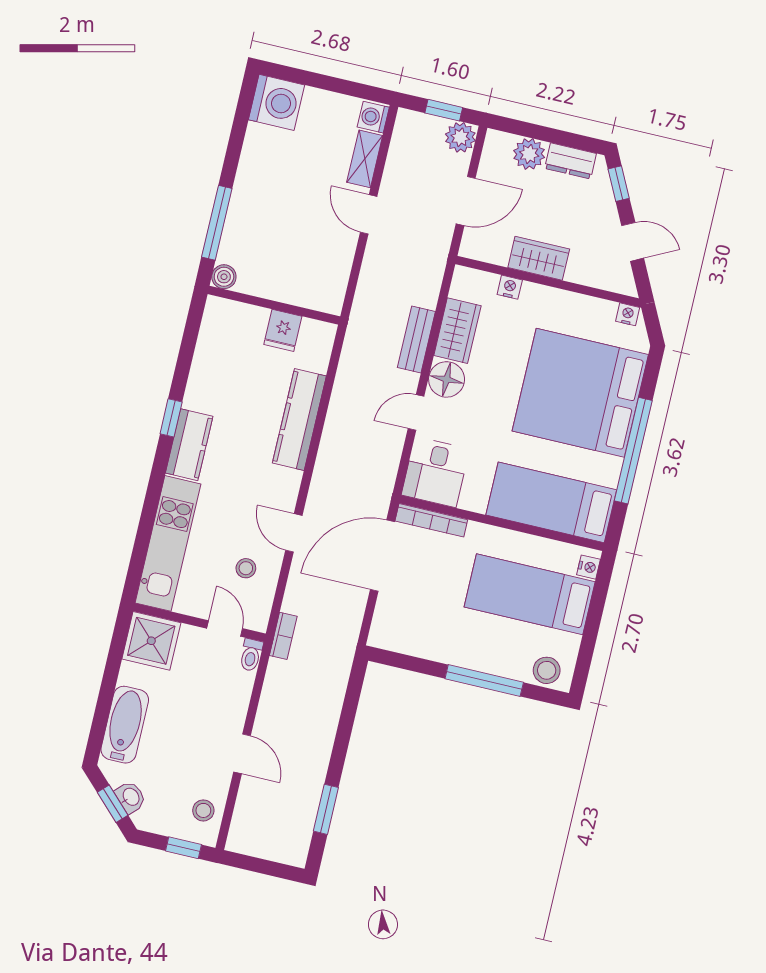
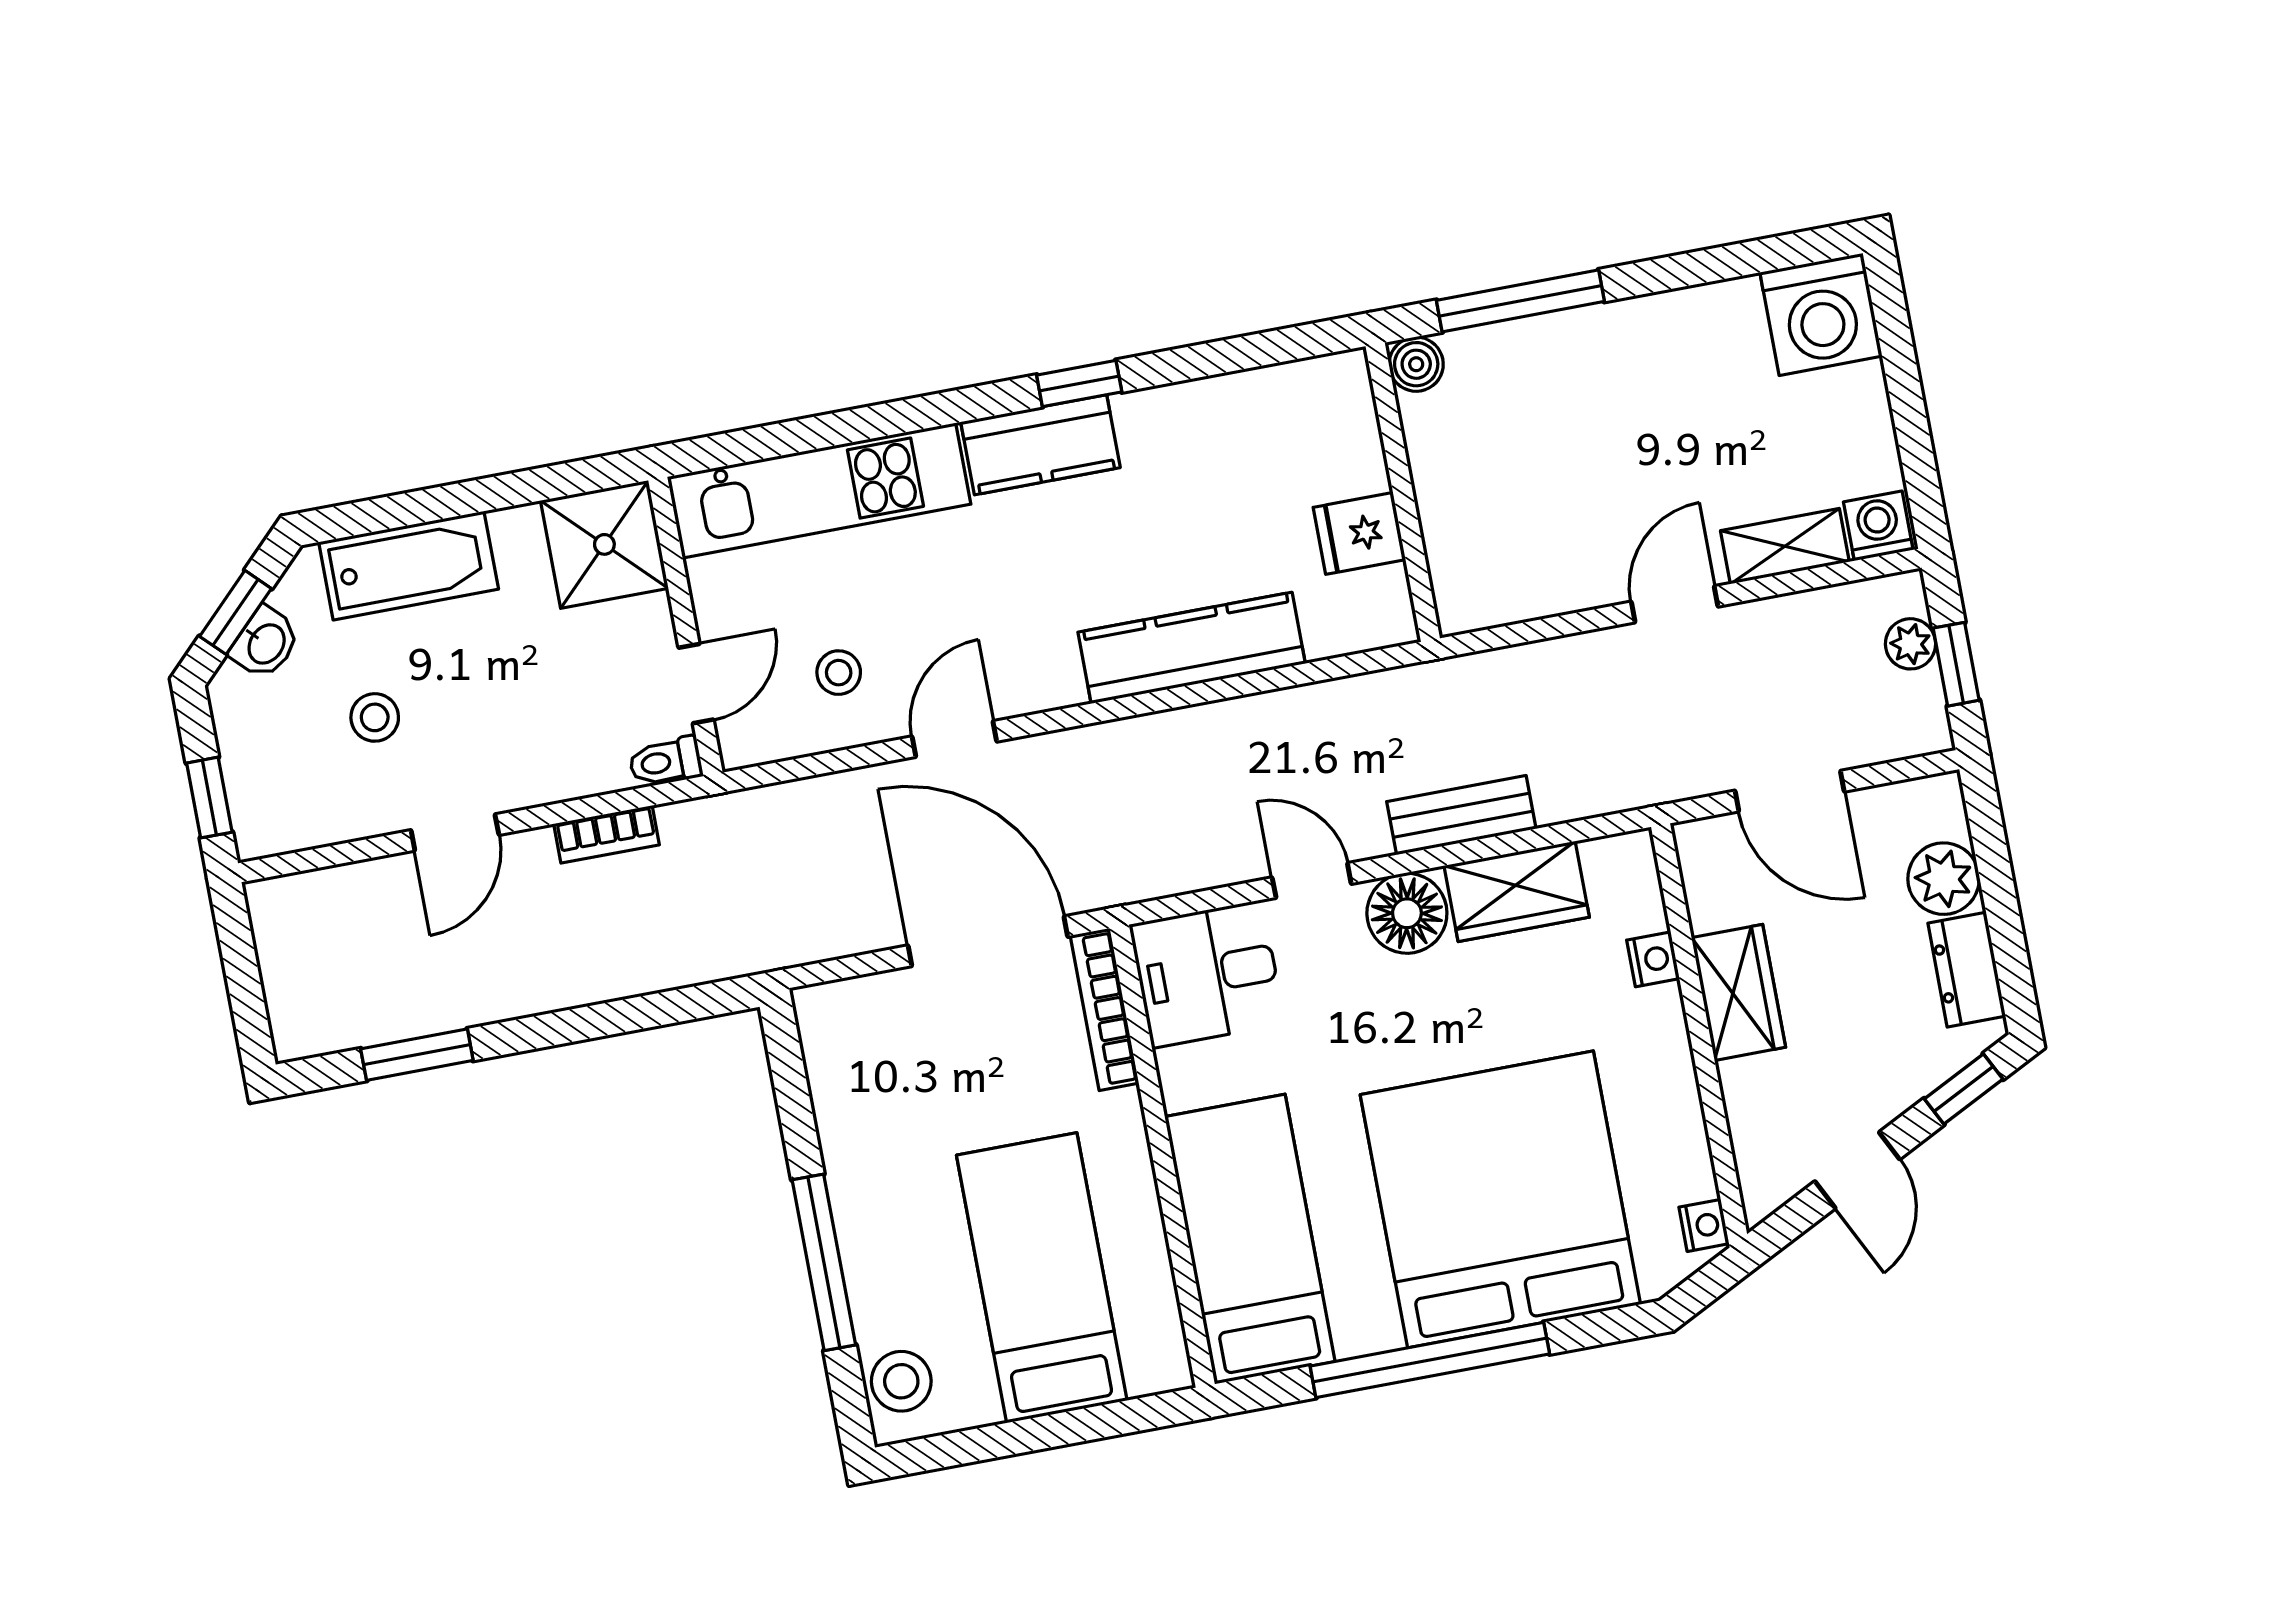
plant: (460, 137) -> (1910, 644), moved, width x0.73, depth x0.73
nightstand: (589, 567) -> (1151, 1374), removed
bookcase: (283, 636) -> (606, 834), moved
stool: (203, 810) -> (375, 717), moved

